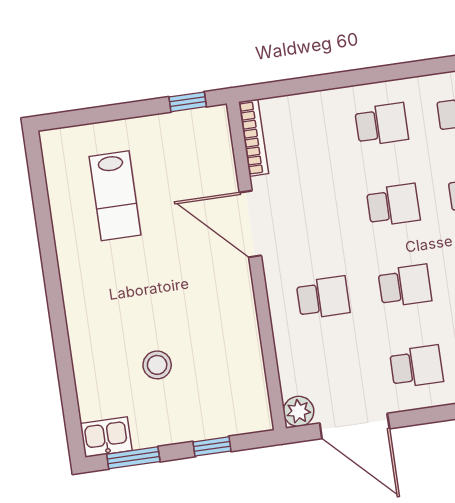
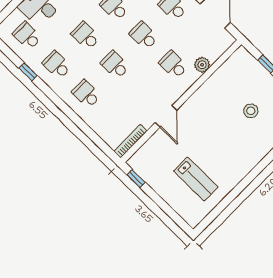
lab bench: (115, 196) -> (196, 179), turned 90
door: (250, 224) -> (166, 116), width x0.73
plant: (299, 411) -> (202, 65), moved

